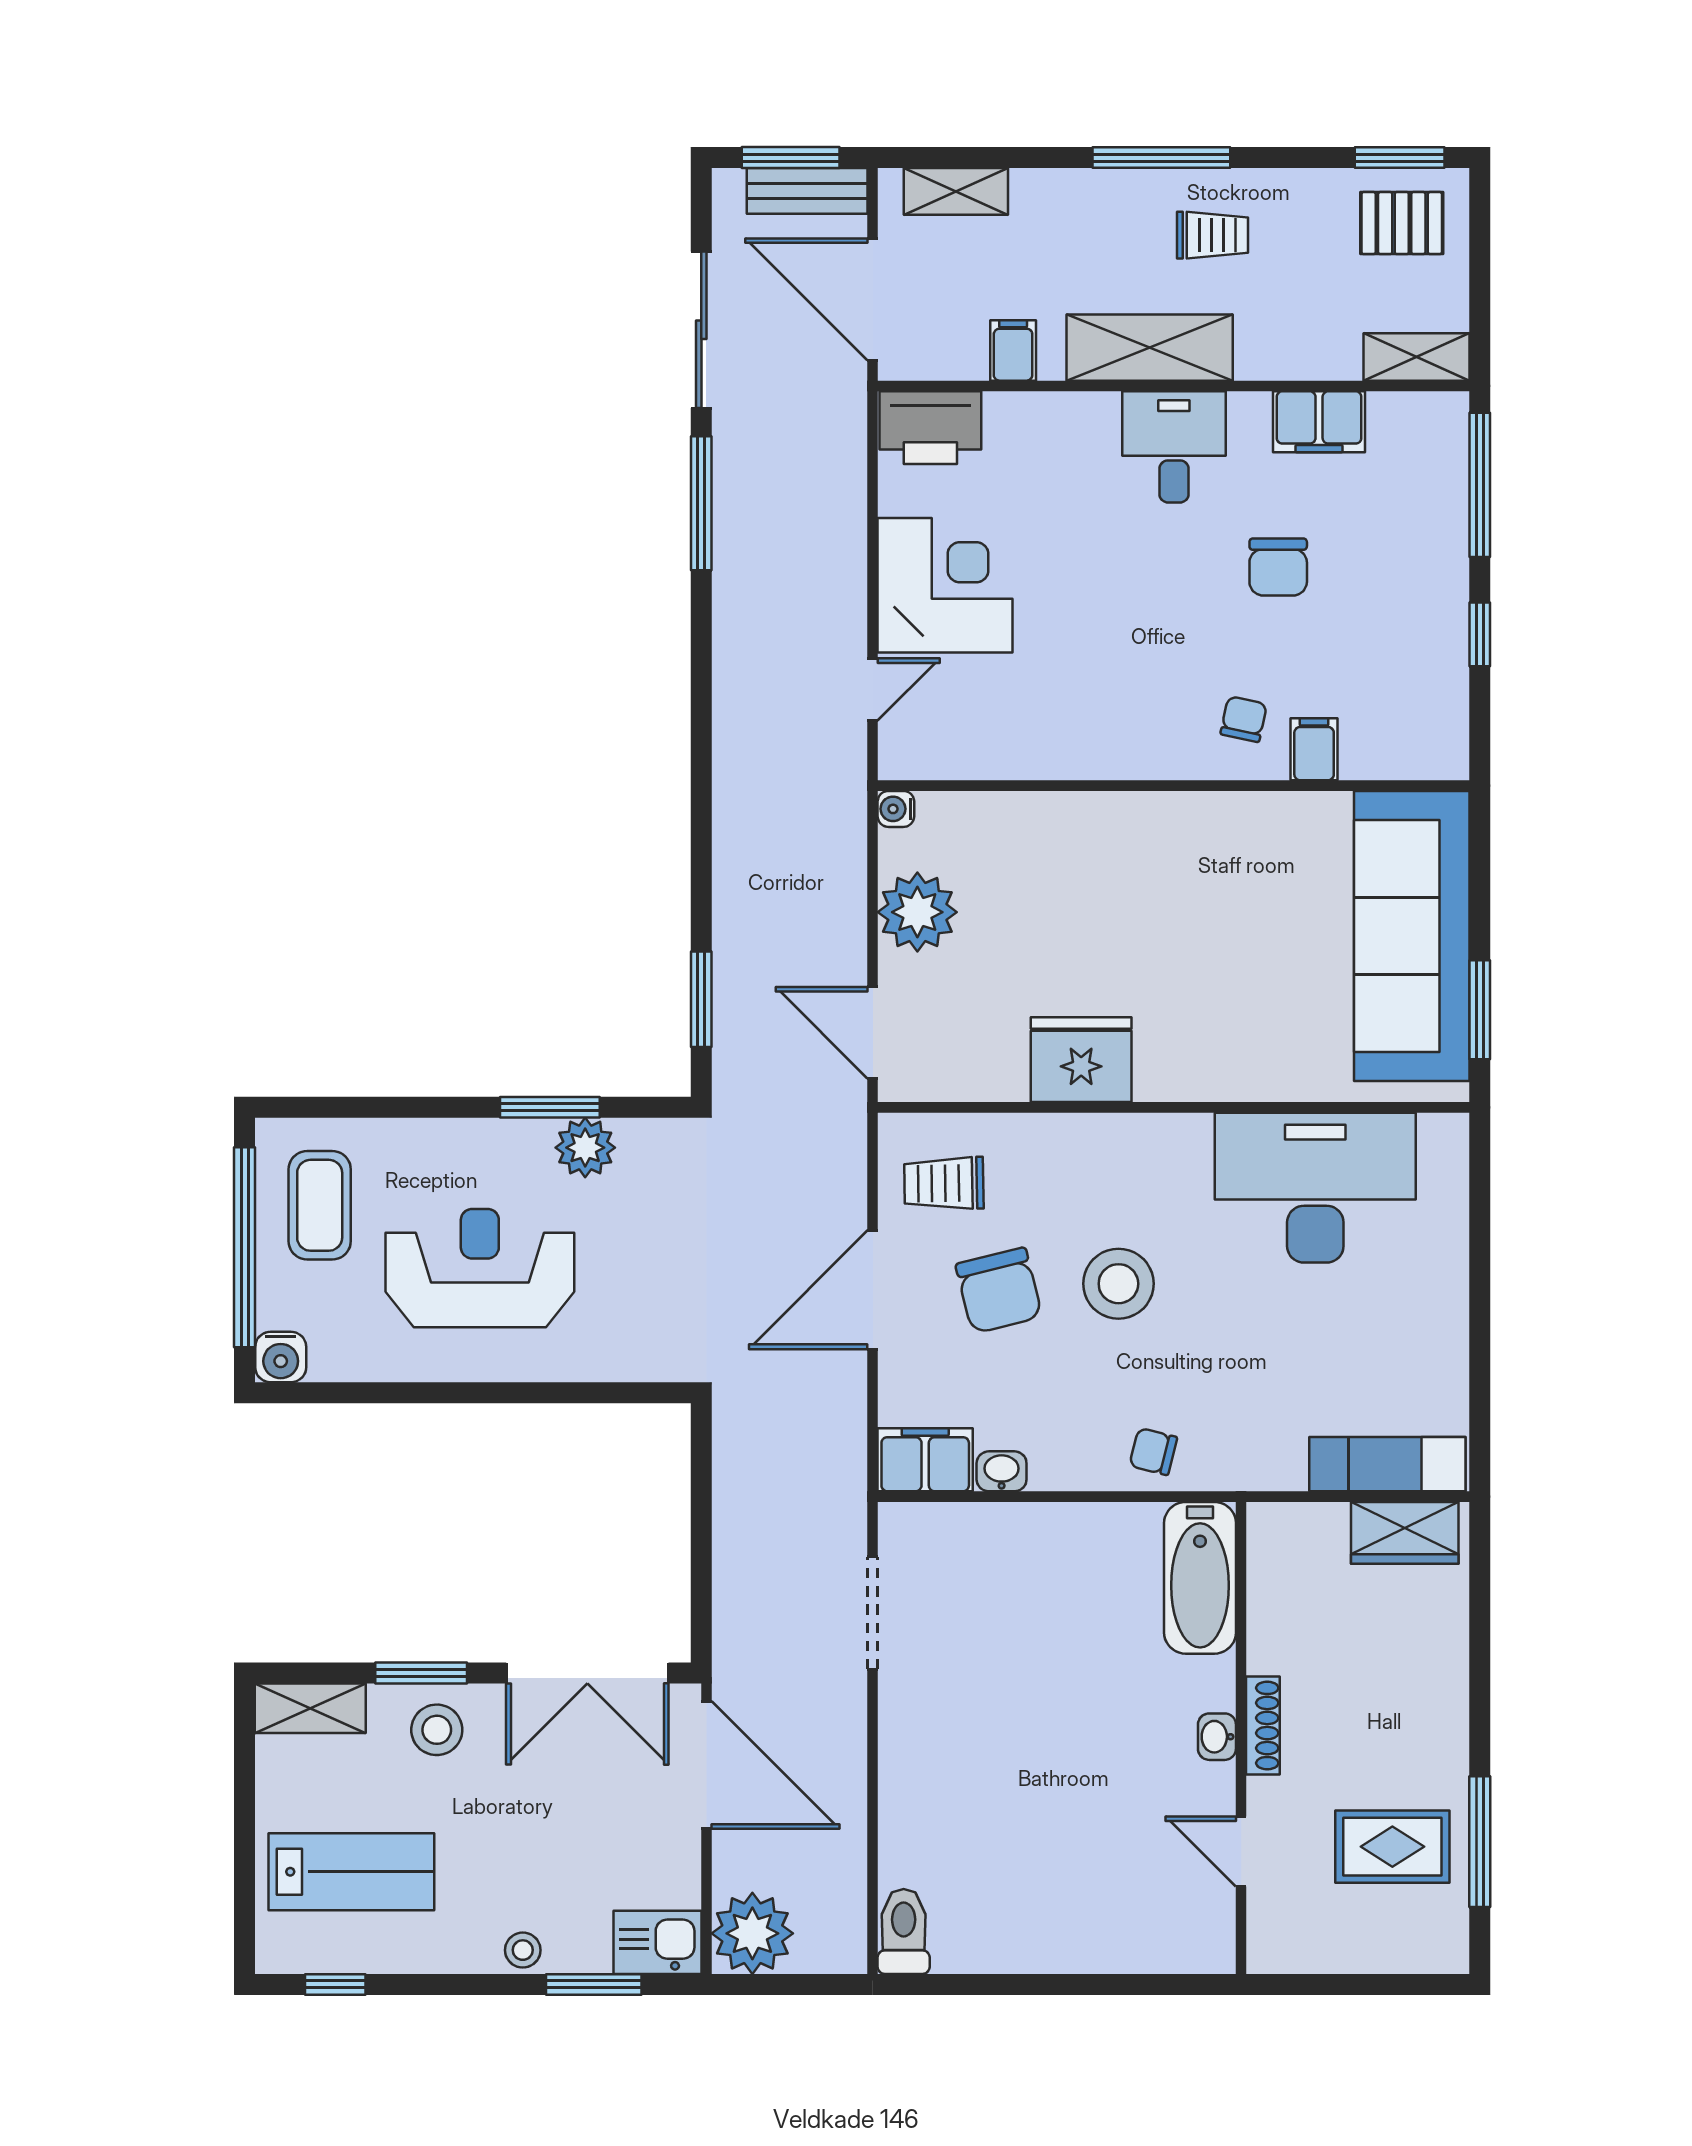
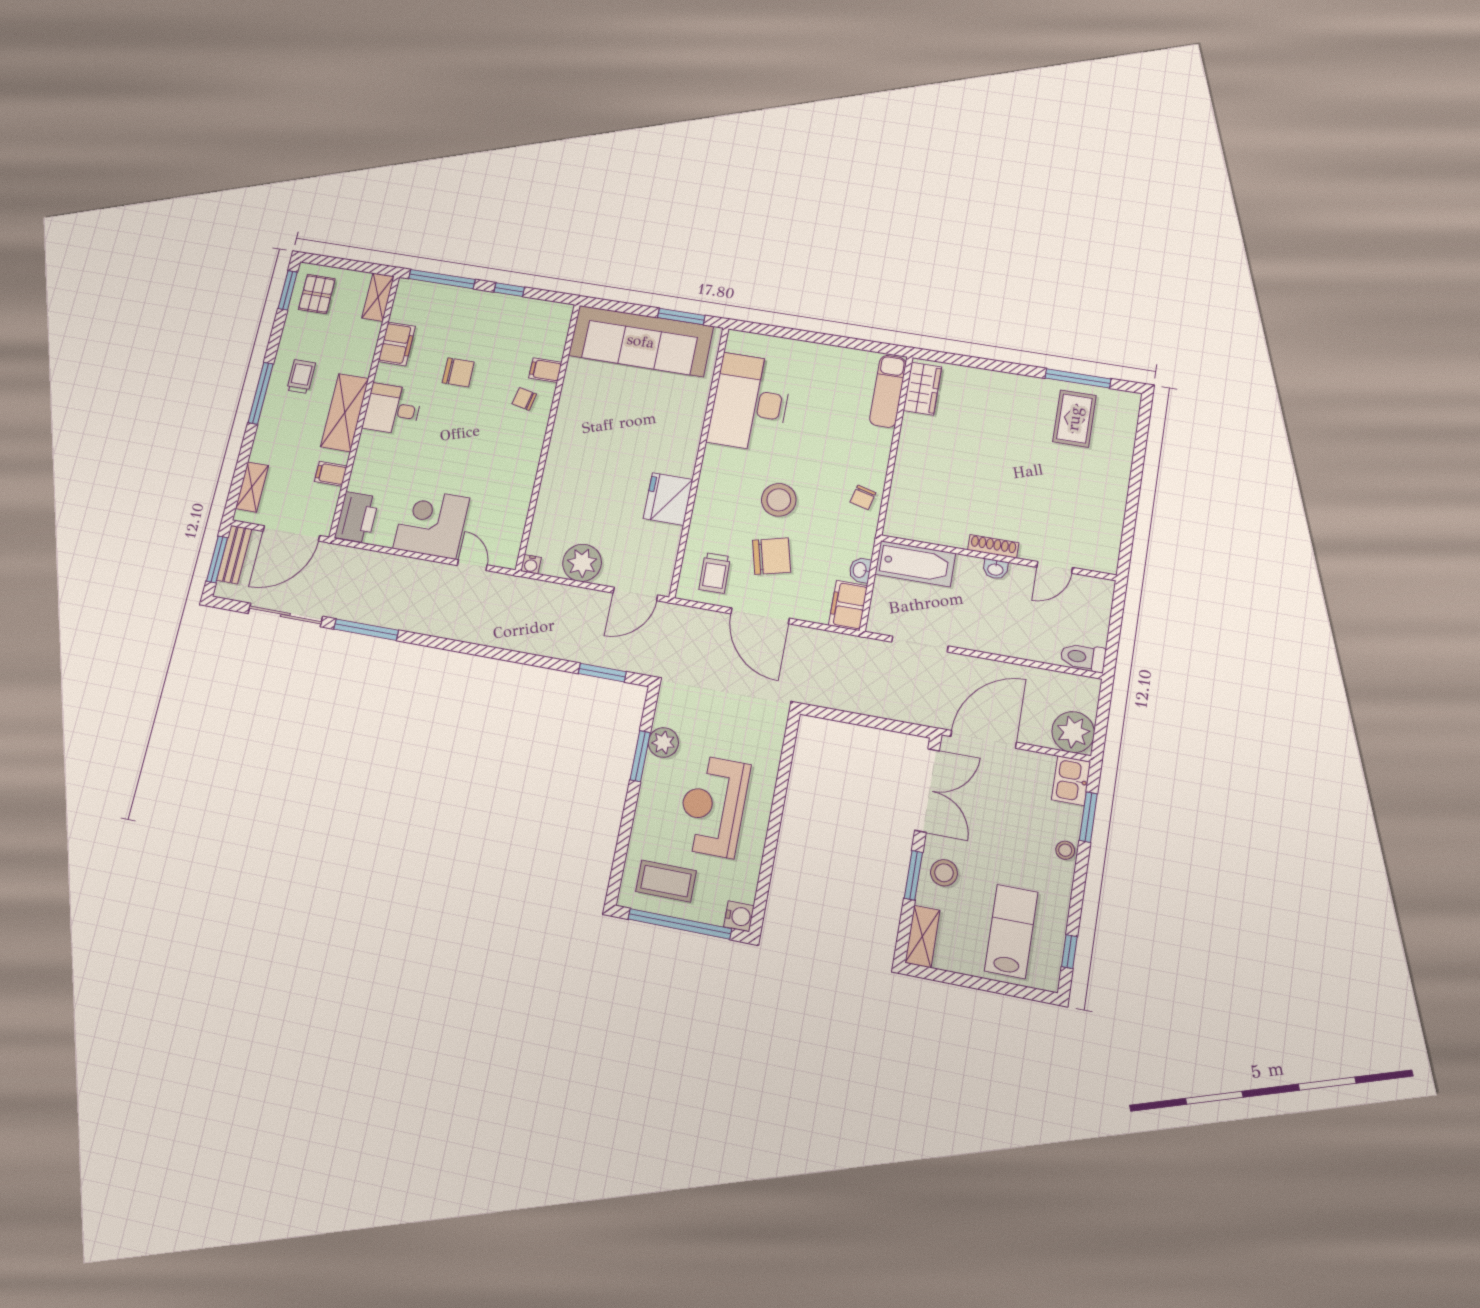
bathtub: (1200, 1578) -> (915, 564), moved
shoe rack: (1263, 1726) -> (993, 546), moved
washbasin: (1217, 1737) -> (995, 569), moved
wall: (1241, 1738) -> (998, 558), moved
door: (1241, 1851) -> (1055, 567), moved

